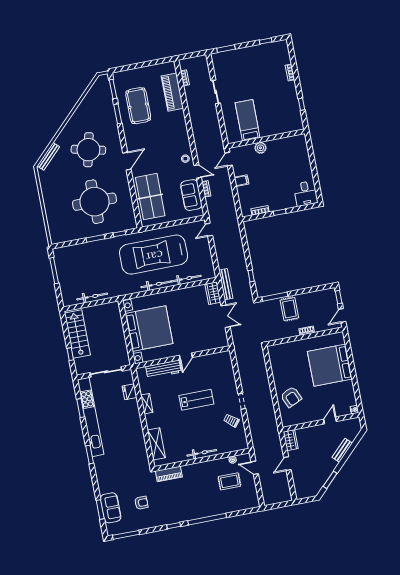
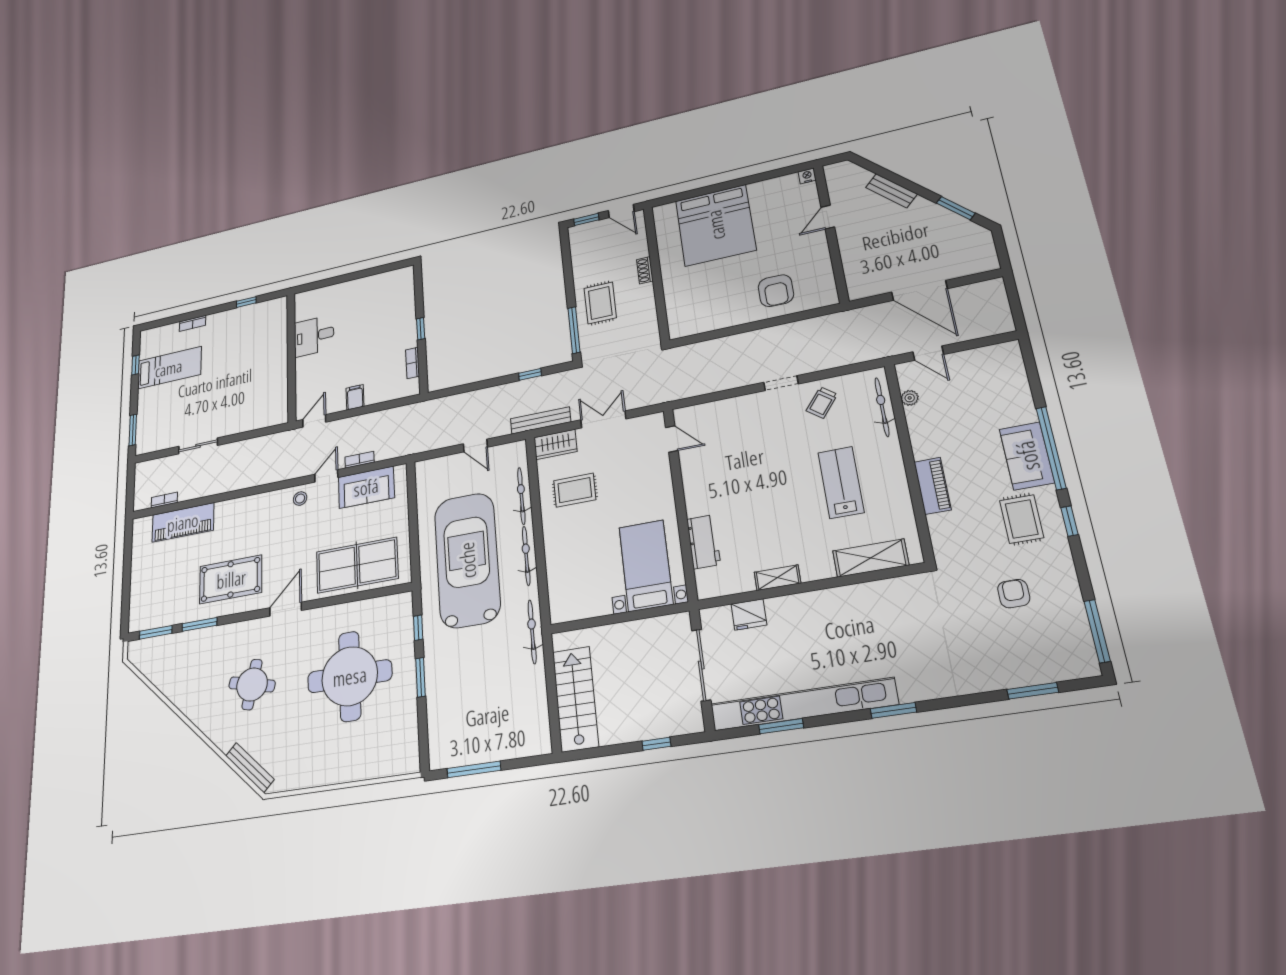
pool table: (138, 106) -> (231, 579), moved
bed: (248, 120) -> (169, 368), moved, turned 180
plant: (260, 148) -> (305, 366), removed
round table: (88, 150) -> (252, 684), width x0.73, depth x0.73
door: (229, 159) -> (314, 421), swing flipped
door: (127, 161) -> (286, 609), hinge flipped
desk: (306, 193) -> (314, 336), moved, turned 180
door: (209, 230) -> (475, 446), moved
car: (154, 255) -> (467, 560), turned 180
bicycle: (92, 297) -> (532, 632), moved
rug: (189, 305) -> (575, 490), added
rug: (289, 309) -> (600, 303), turned 90
bed with nightstands: (149, 329) -> (646, 566), width x0.54
stairs: (77, 334) -> (575, 699), moved, turned 90
door: (186, 356) -> (672, 439), moved
workbench: (163, 369) -> (704, 542), width x0.73
armchair: (291, 397) -> (776, 291), turned 114
lab bench: (196, 400) -> (841, 482), moved
door: (330, 420) -> (828, 217), hinge flipped
wardrobe: (291, 440) -> (868, 287), removed
bicycle: (202, 453) -> (882, 407), moved
door: (287, 464) -> (919, 290), width x1.88
door: (255, 468) -> (928, 353), hinge flipped
piano: (169, 474) -> (933, 486), moved
rug: (229, 481) -> (1022, 519), moved
sofa: (111, 508) -> (1027, 456), moved, turned -90

